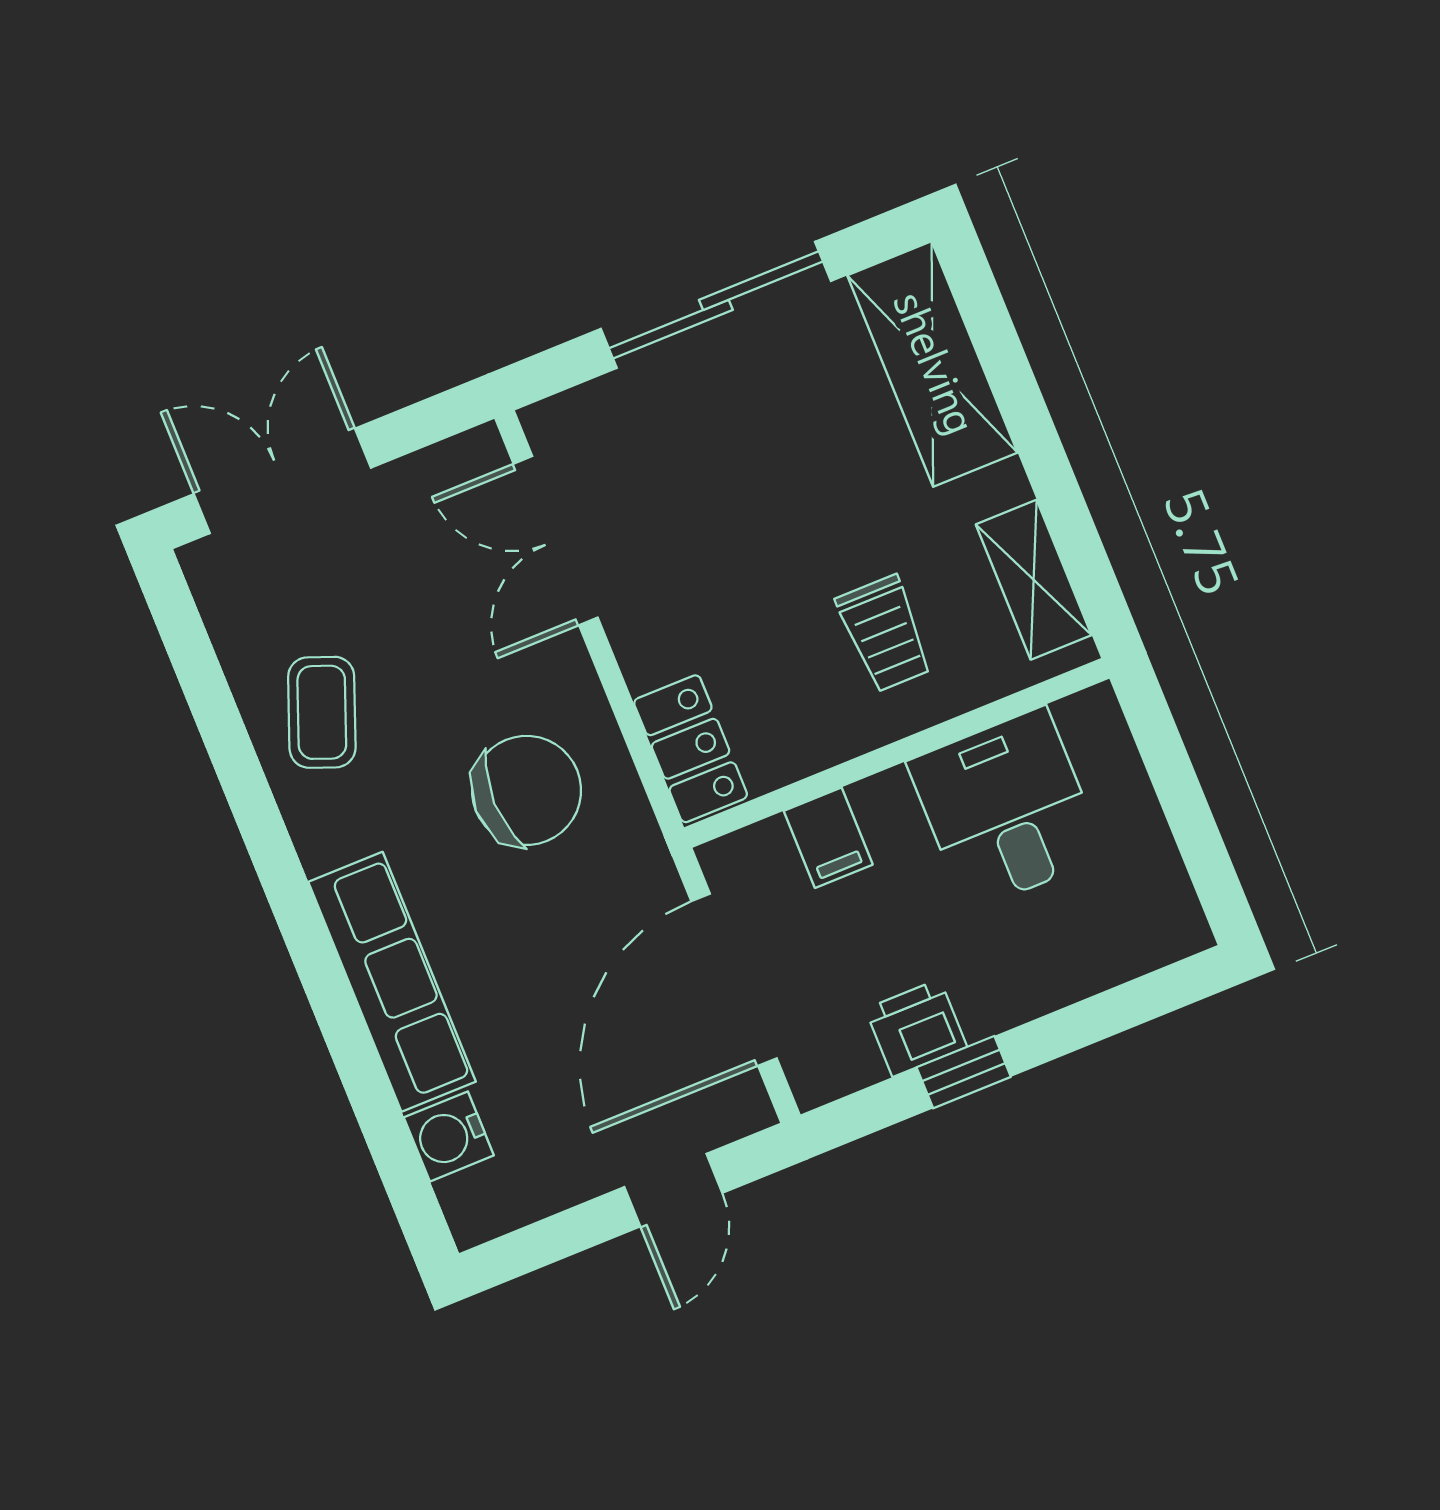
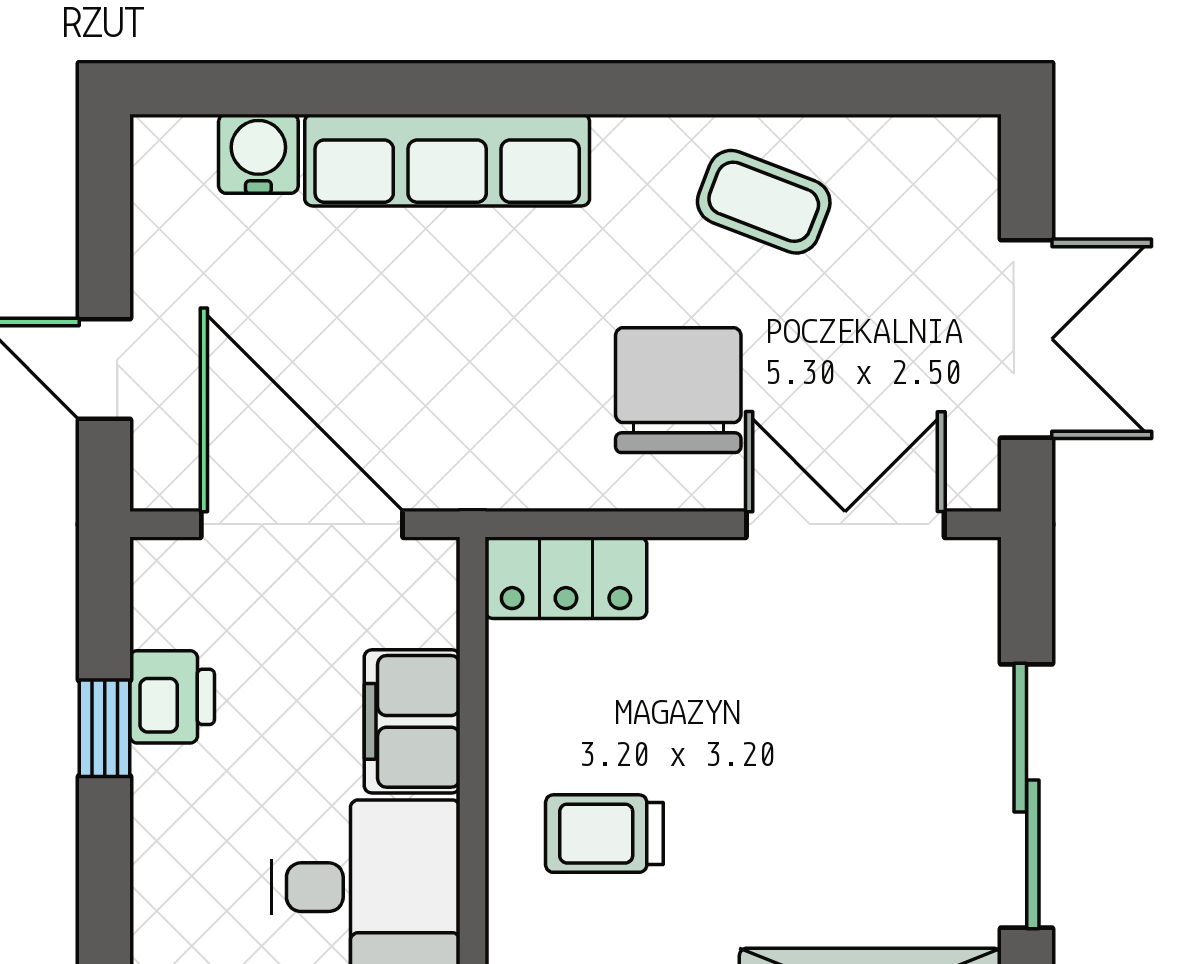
double door: (282, 481) -> (1027, 339), moved
chair: (526, 790) -> (678, 390), moved, turned 180
filing cabinet: (828, 838) -> (412, 721), width x2.00

